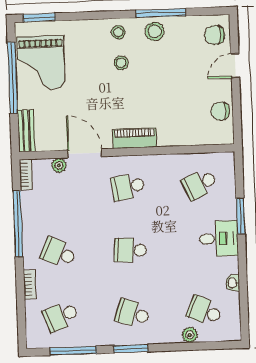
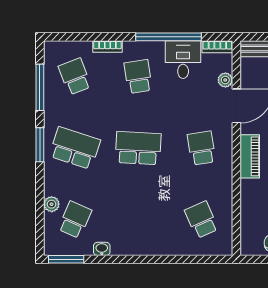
window: (241, 216) -> (66, 259), moved
desk: (219, 239) -> (183, 60), moved, turned 180
school desk: (130, 250) -> (138, 148), width x1.85
school desk: (59, 253) -> (138, 76), turned -33
school desk: (133, 314) -> (75, 148), width x1.85

